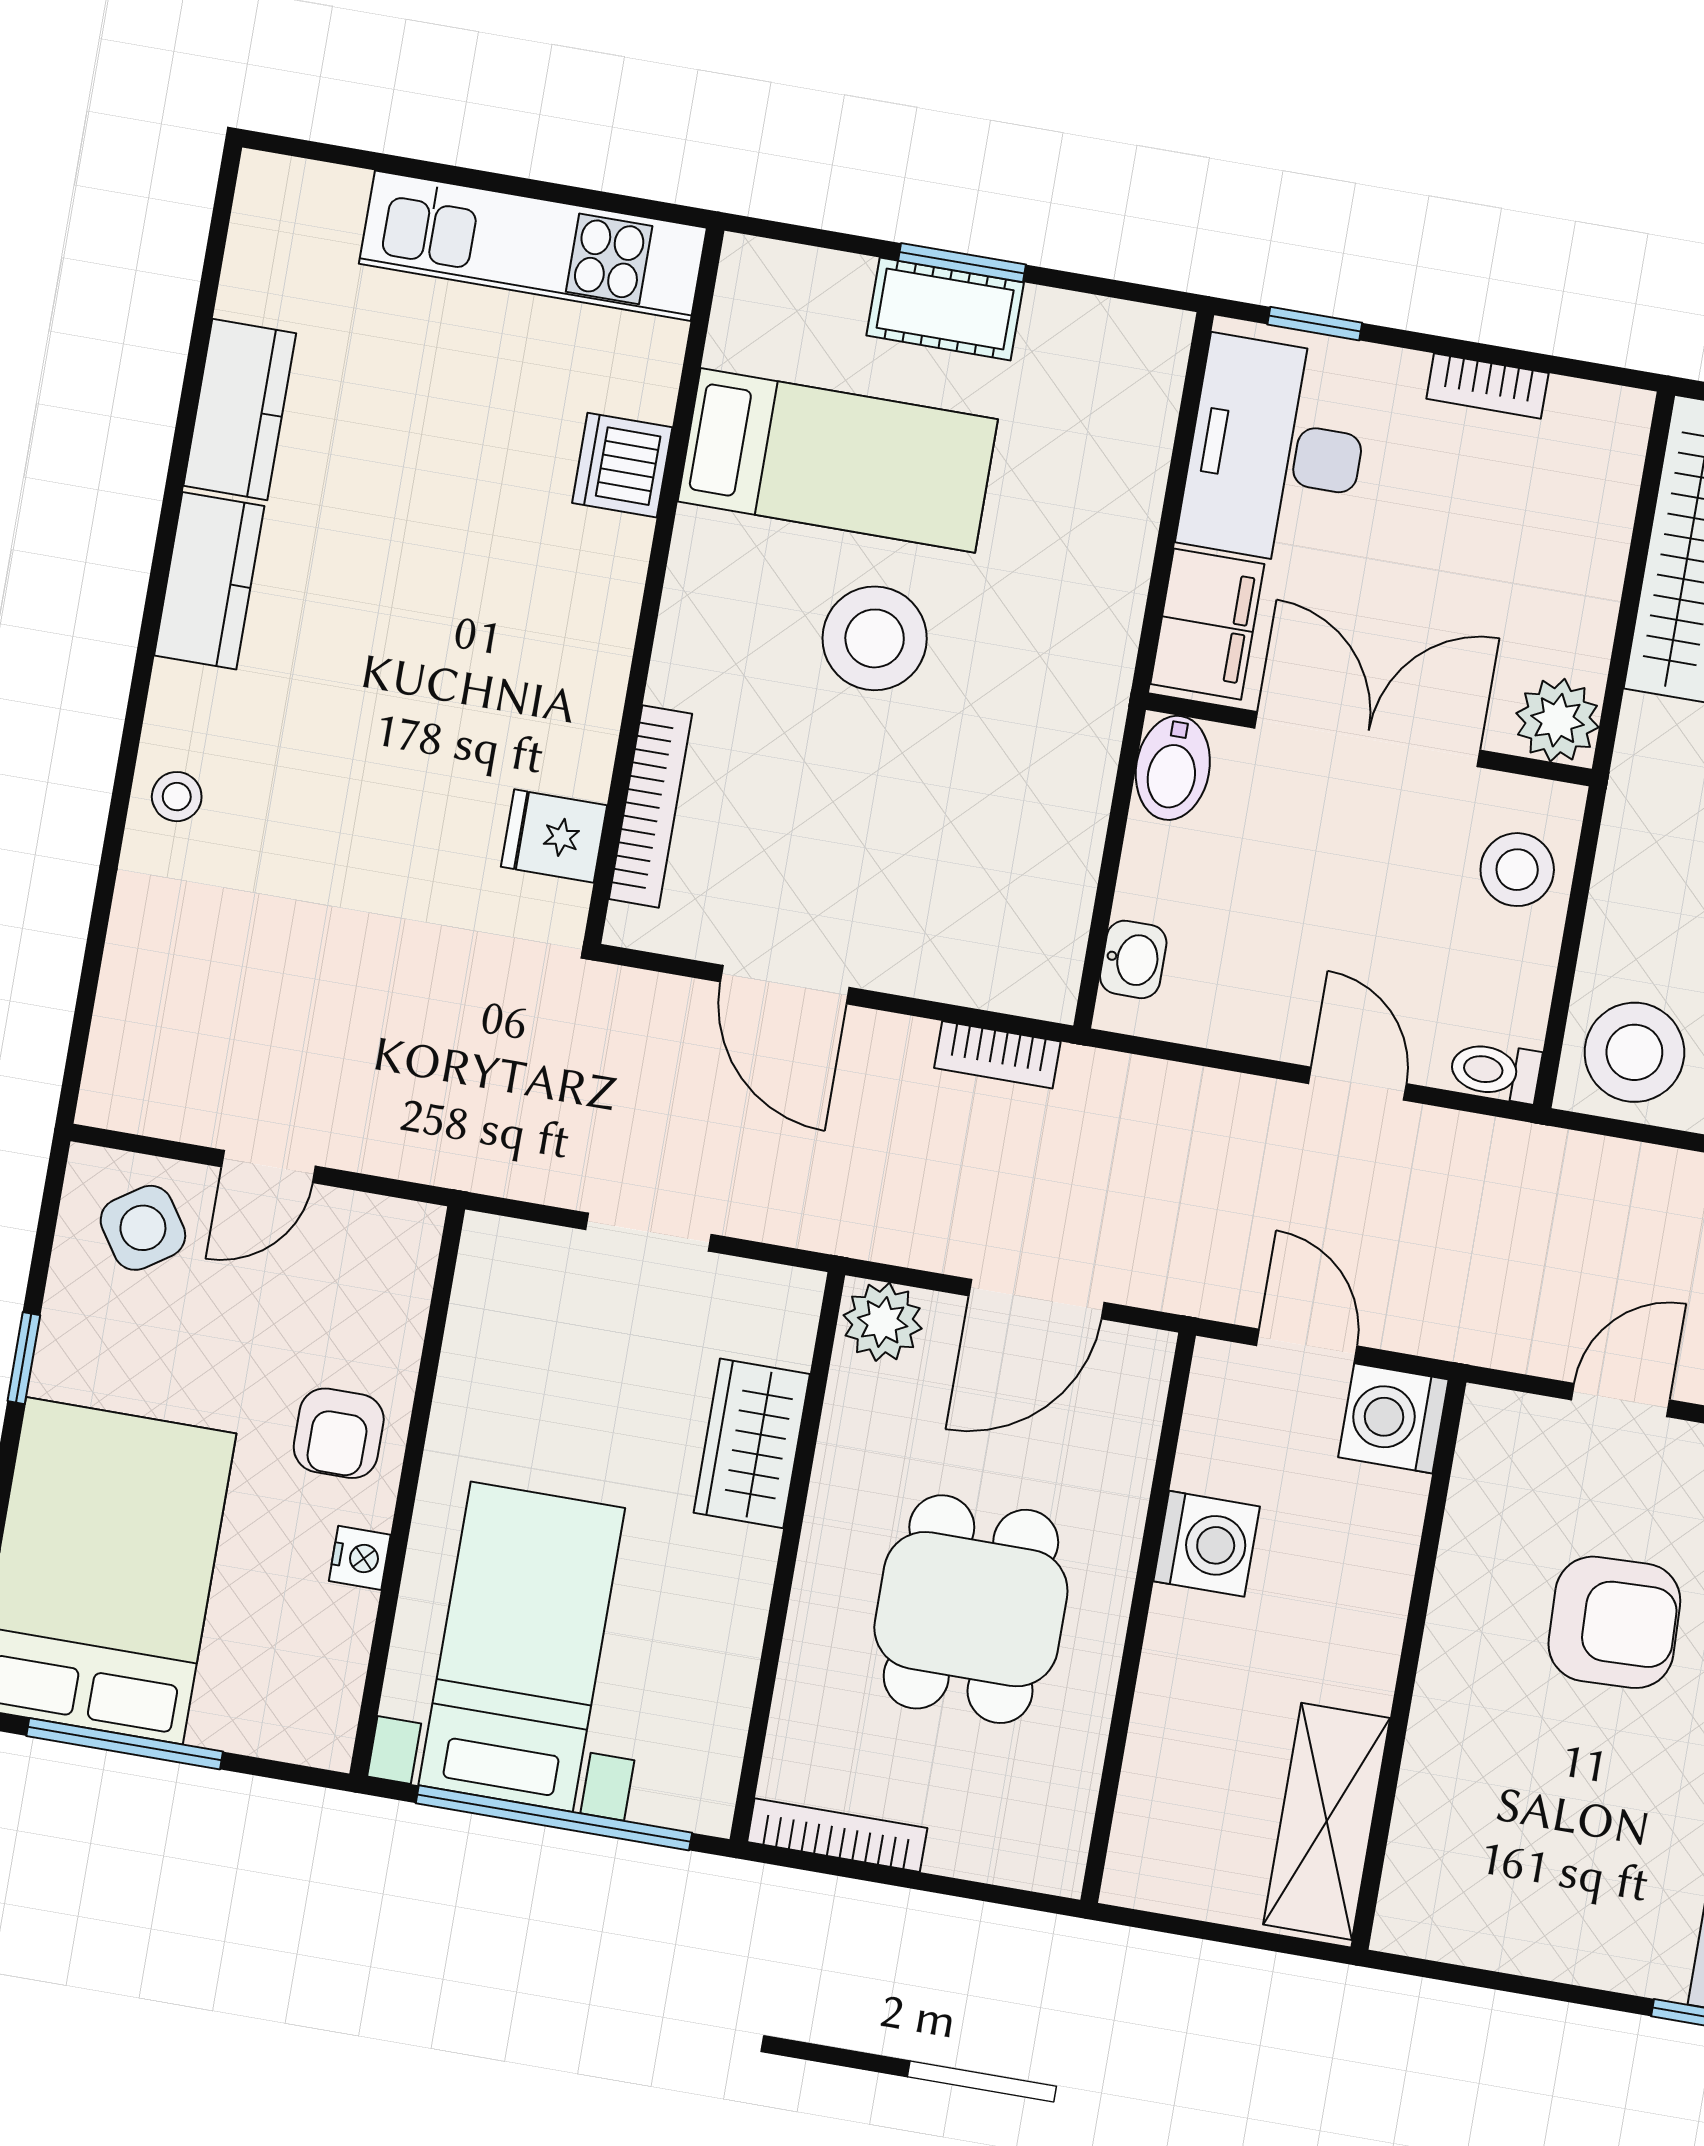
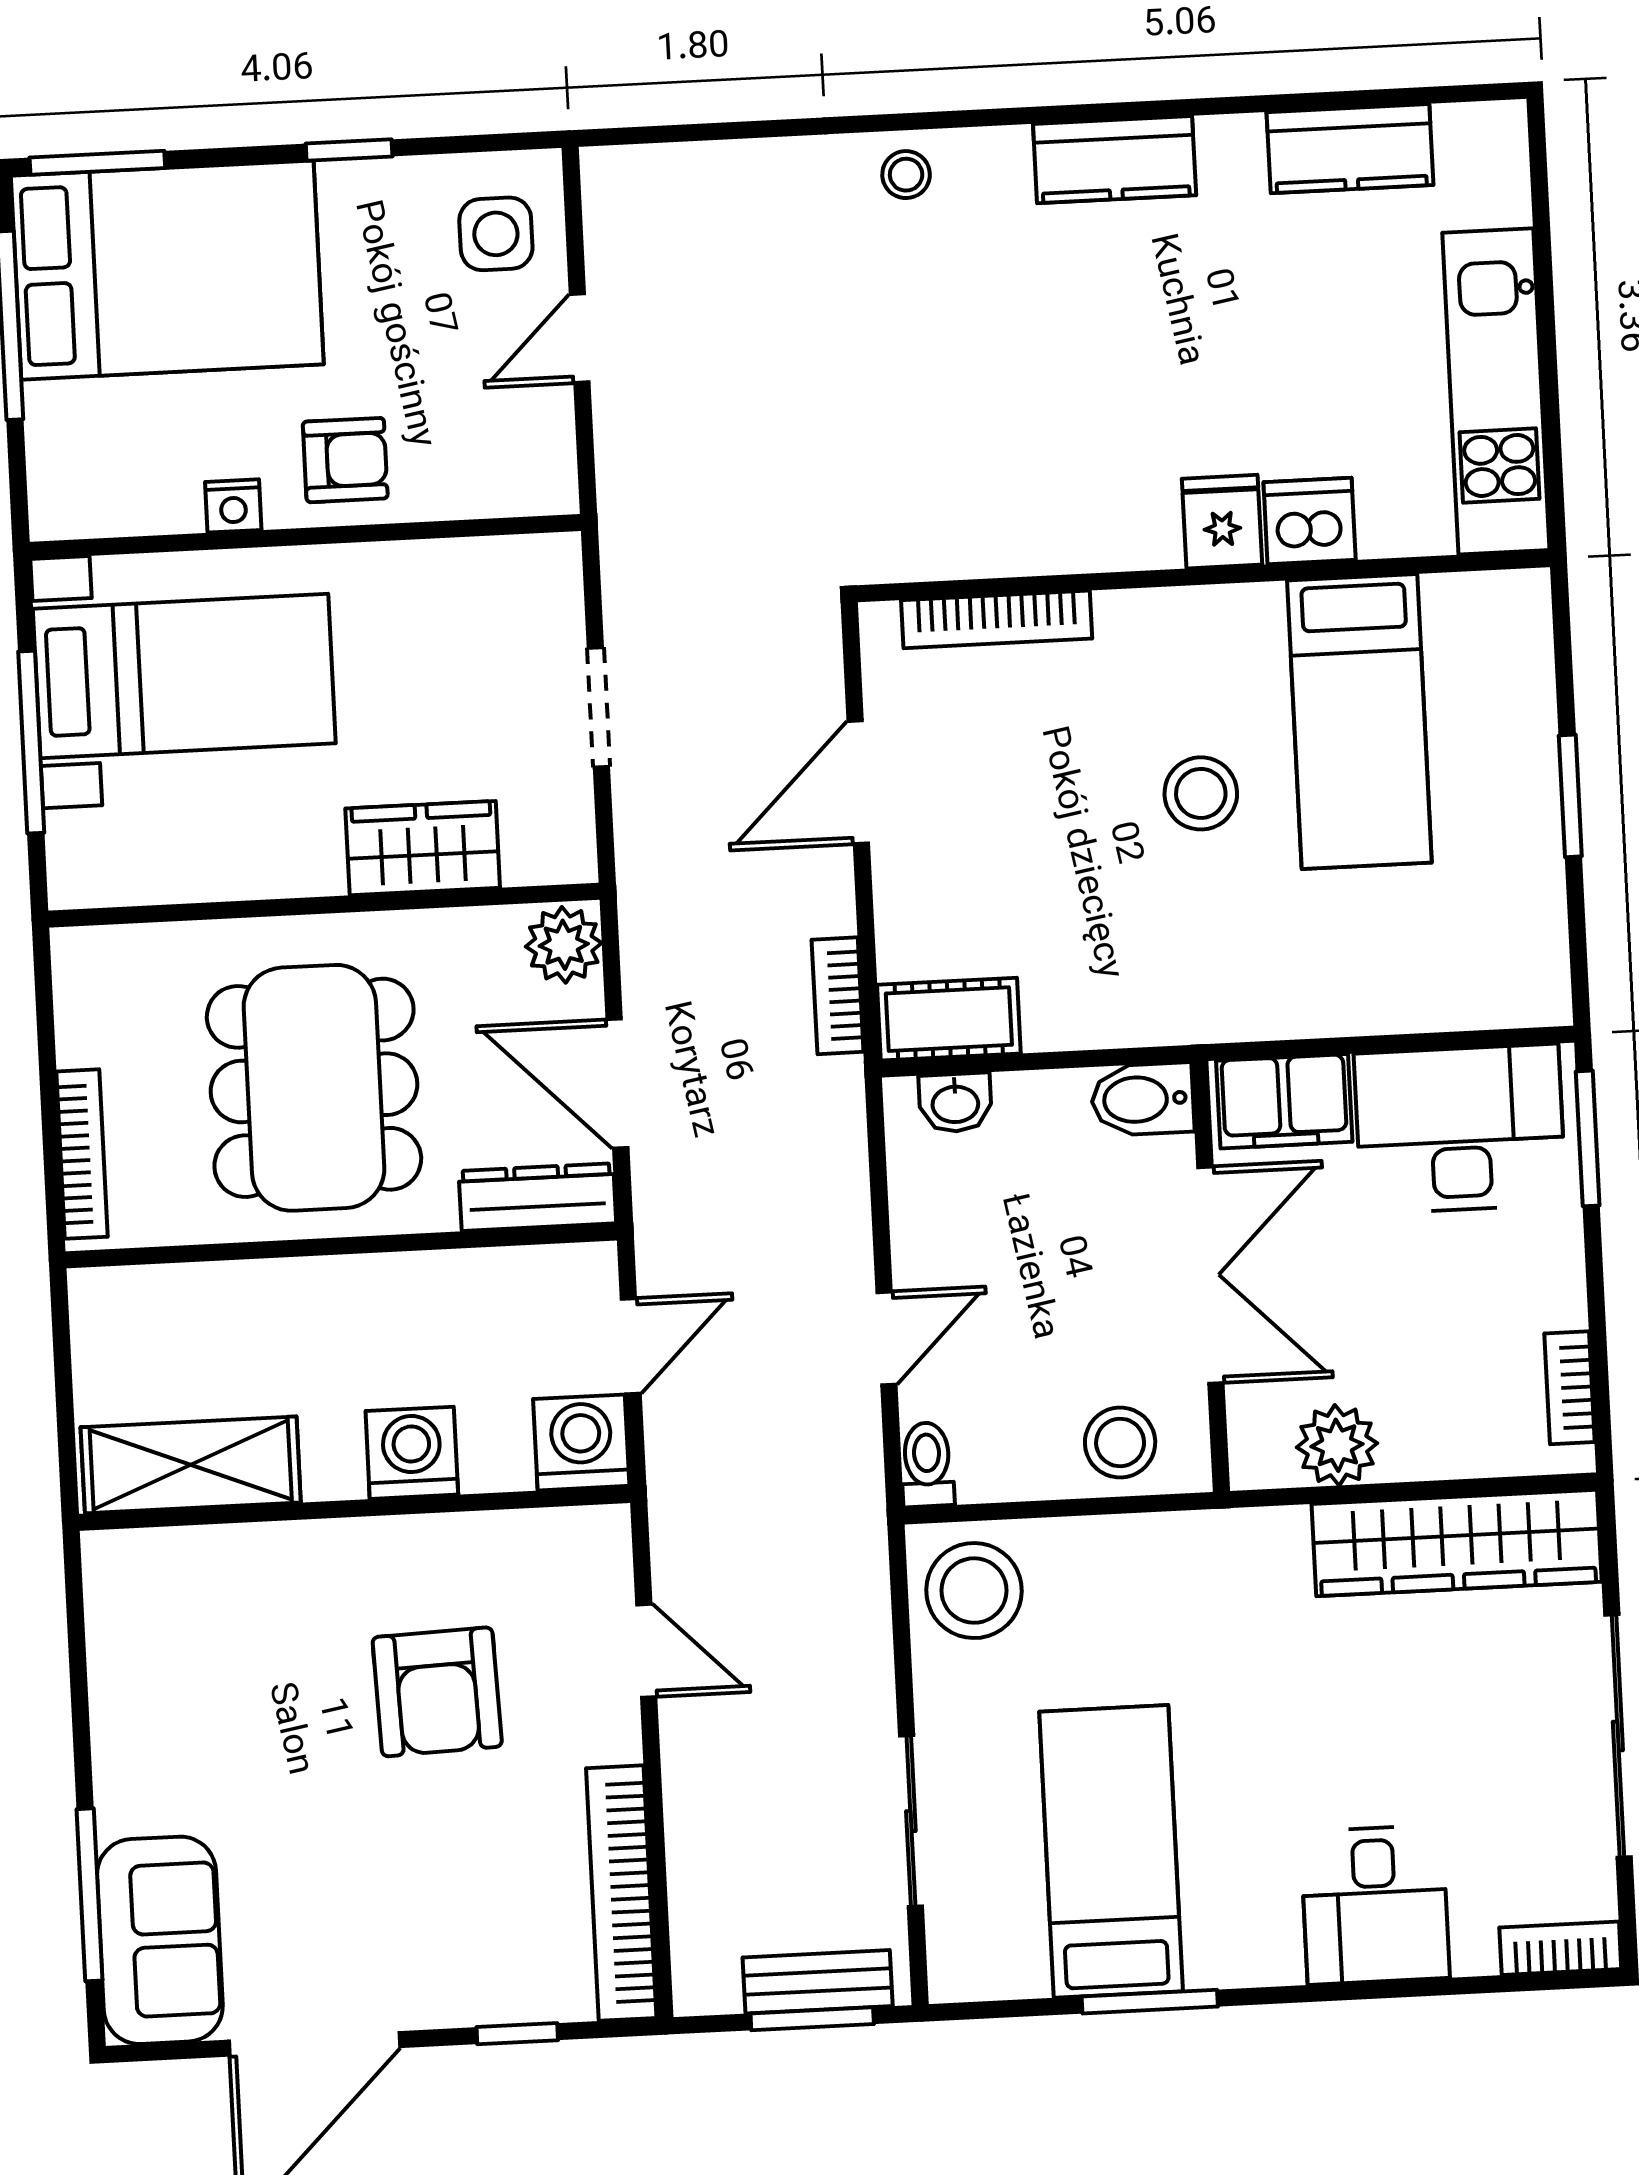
cot: (945, 309) -> (949, 1019), moved, turned 90
window: (1315, 324) -> (1588, 1138), width x1.50
bookcase: (1487, 386) -> (1569, 1388), moved
kitchen counter: (240, 410) -> (1350, 149), moved
stool: (875, 638) -> (1201, 793), width x0.73, depth x0.73
plant: (1557, 720) -> (1337, 1445), moved
fridge: (554, 836) -> (1222, 522), moved
door: (268, 1166) -> (580, 338), hinge flipped
side table: (143, 1228) -> (496, 234), turned 34
dresser: (1133, 1407) -> (537, 1197), added
armchair: (339, 1433) -> (345, 460), turned 180
washing machine: (1207, 1544) -> (412, 1453), moved, turned 180
dining table: (971, 1609) -> (314, 1088), width x1.37
window: (554, 1818) -> (31, 742), width x0.68
bookcase: (837, 1835) -> (82, 1154), moved

